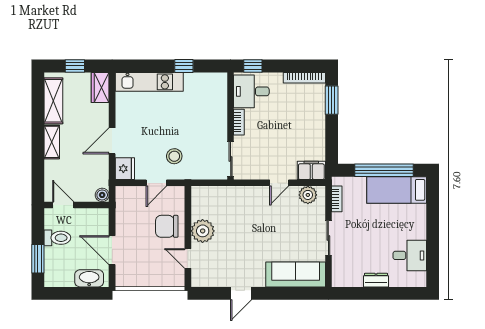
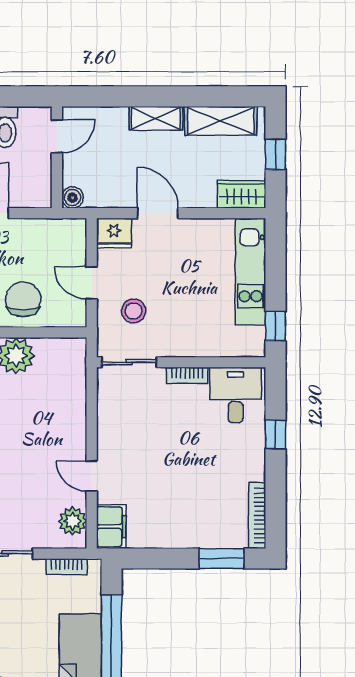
desk: (251, 91) -> (236, 395), moved
bookcase: (239, 122) -> (187, 375), moved
wall: (231, 126) -> (181, 362), moved
sliding door: (231, 159) -> (129, 362), moved

